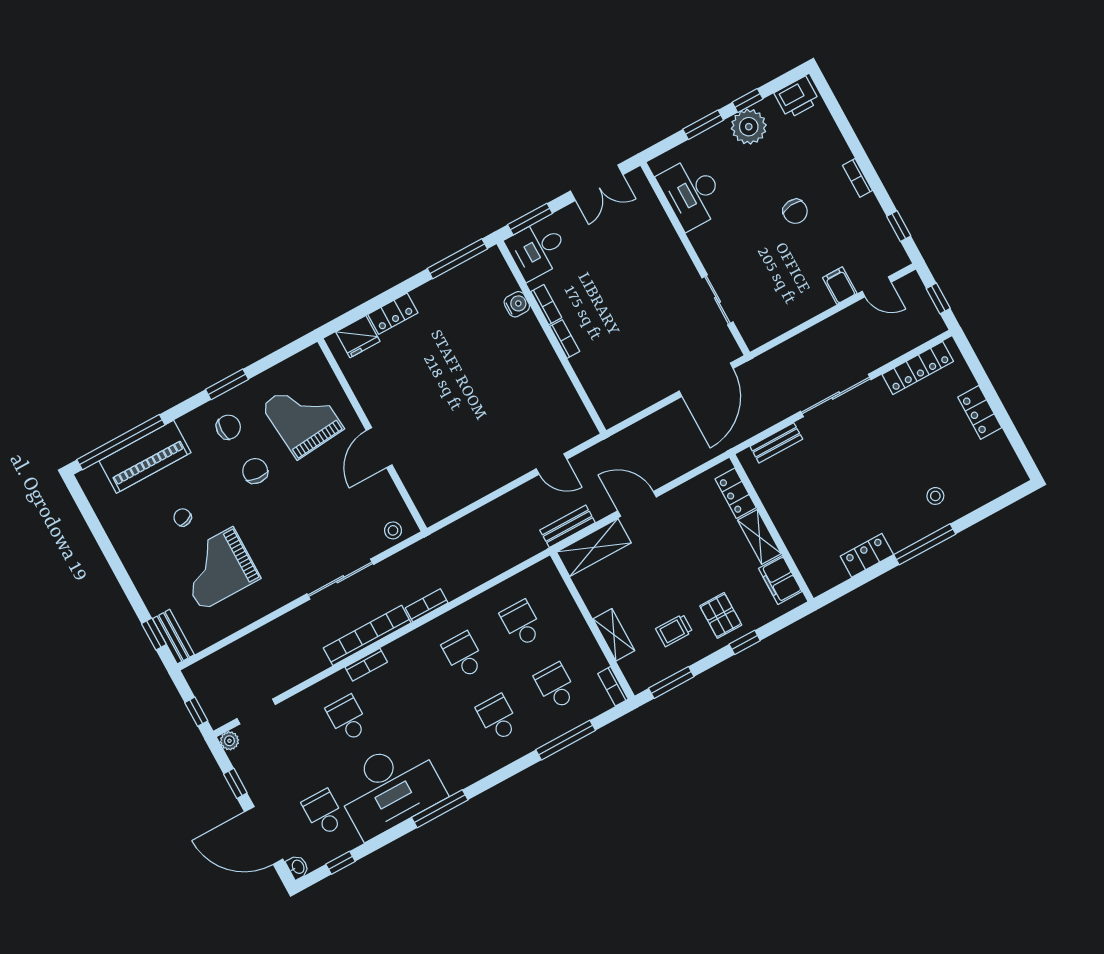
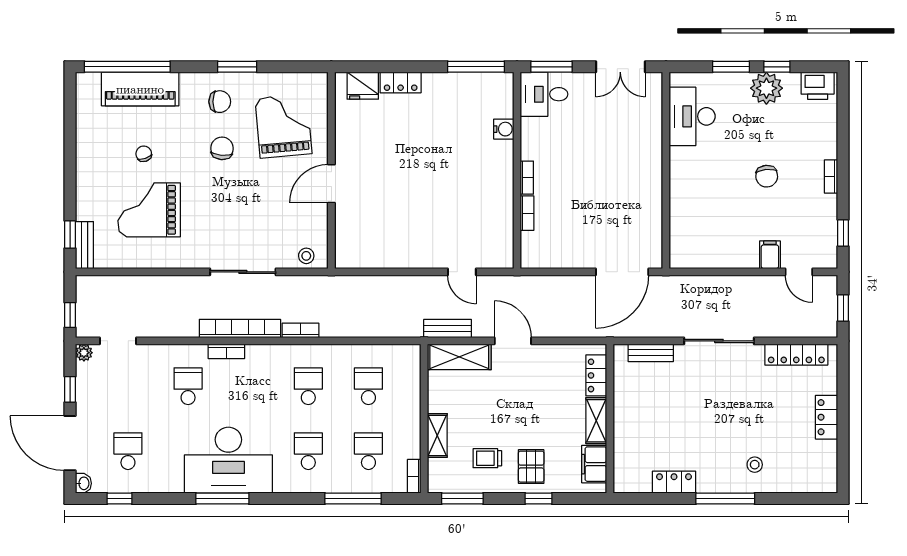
sliding door: (717, 300) -> (666, 213), removed
bookcase: (546, 305) -> (527, 213), moved
desk: (389, 788) -> (228, 460), moved

